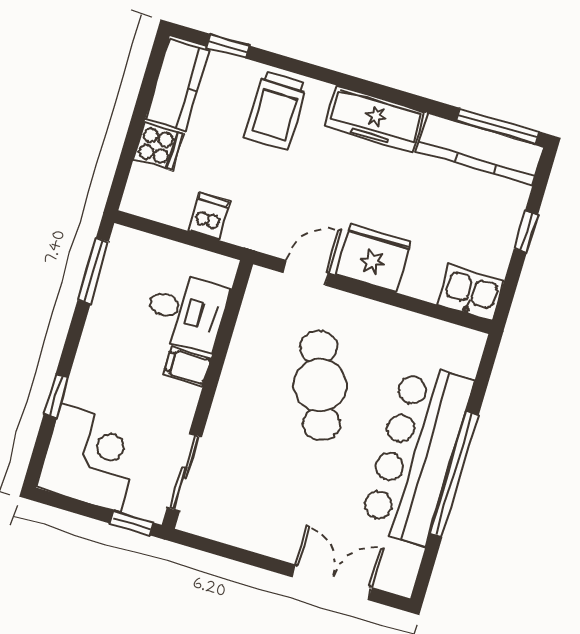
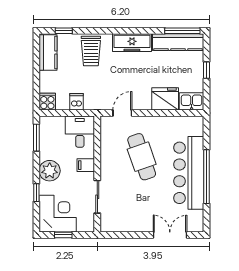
cooker: (158, 146) -> (47, 102), moved, turned -90
fridge: (374, 258) -> (165, 99), moved
desk: (186, 311) -> (80, 132), moved, turned -90
plant: (101, 355) -> (50, 171), added
sliding door: (184, 472) -> (97, 197), moved
window: (132, 523) -> (63, 235), moved

